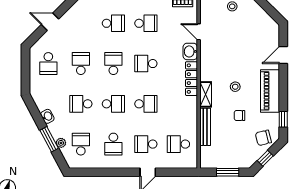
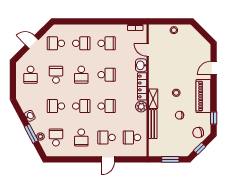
school desk: (81, 23) -> (56, 43), added
school desk: (113, 64) -> (81, 75), turned 180
school desk: (146, 64) -> (107, 75), turned 180
plant: (190, 104) -> (141, 107), added

